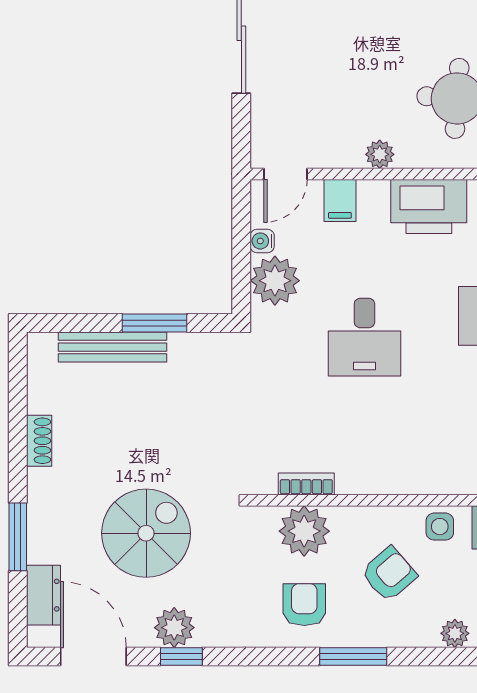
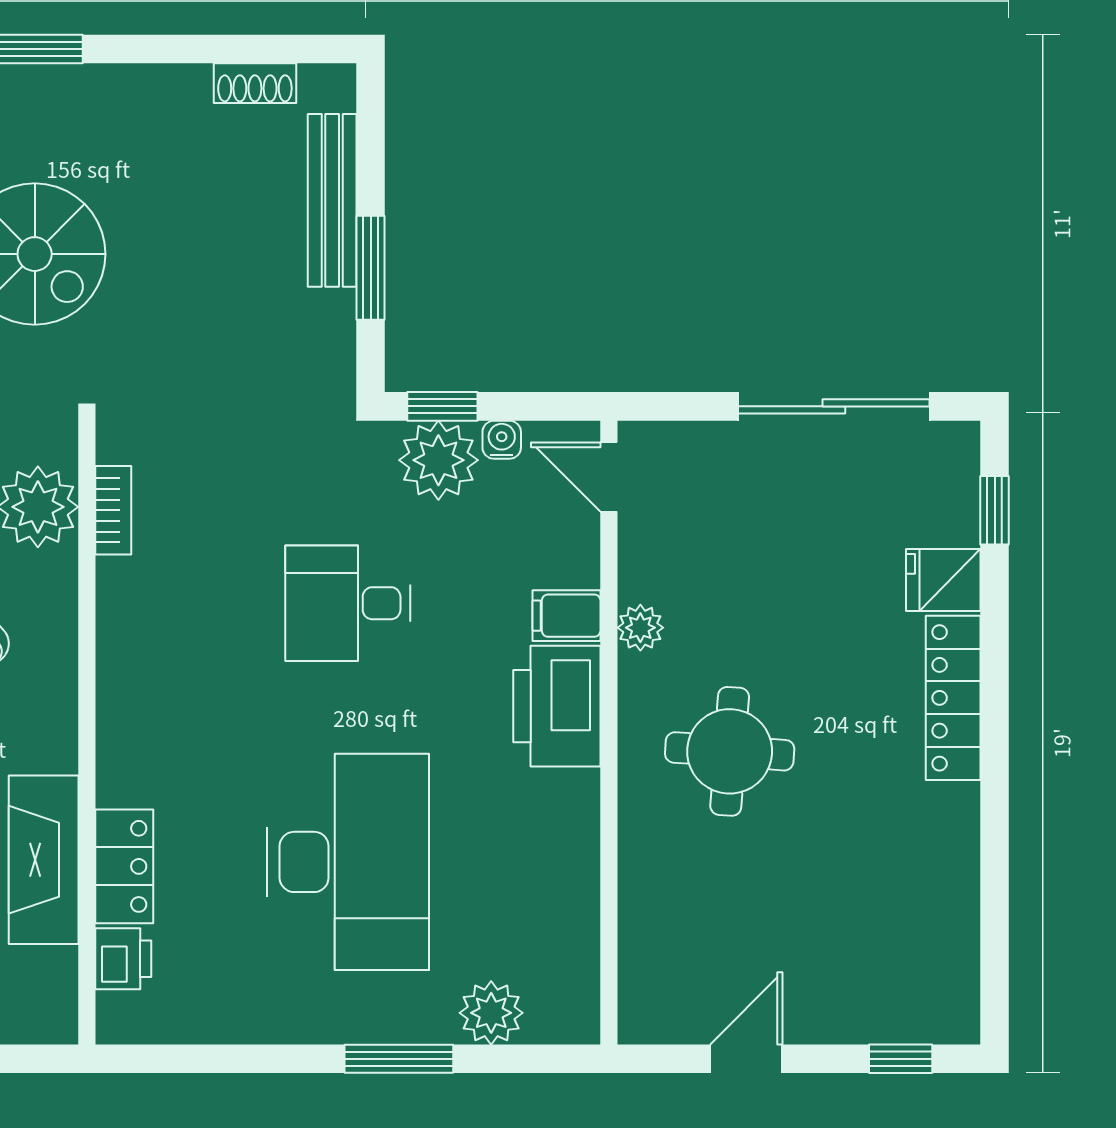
filing cabinet: (340, 201) -> (566, 616), moved
window: (241, 278) -> (442, 406), added
shoe rack: (39, 441) -> (255, 83), moved
side table: (440, 527) -> (45, 724), removed

